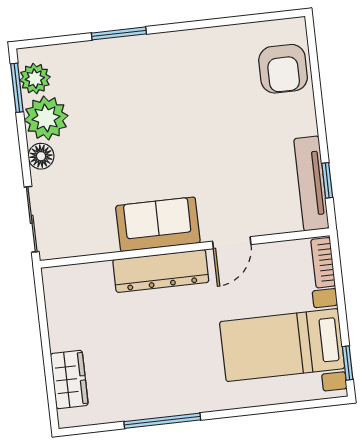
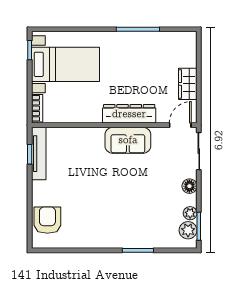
plant: (46, 118) -> (190, 213), width x0.53, depth x0.53
door: (232, 243) -> (180, 125), moved
wardrobe: (69, 379) -> (188, 84), moved

